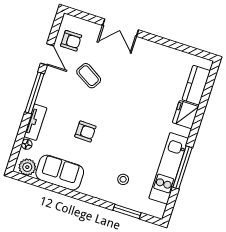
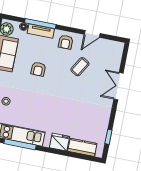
armchair: (71, 41) -> (66, 42), moved
window: (186, 49) -> (108, 137), added
window: (35, 93) -> (40, 24), moved

